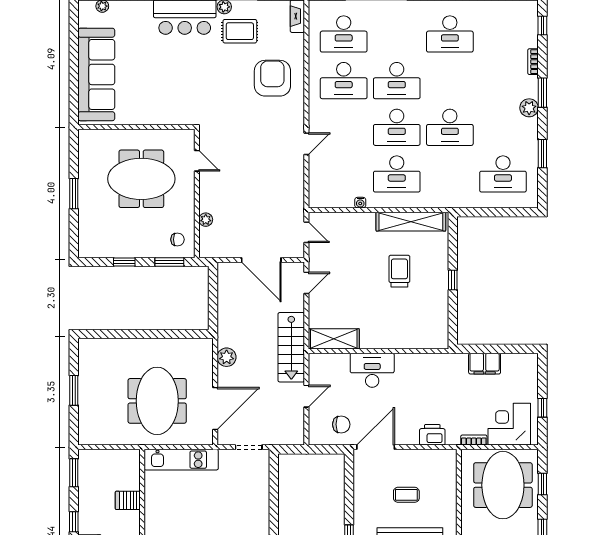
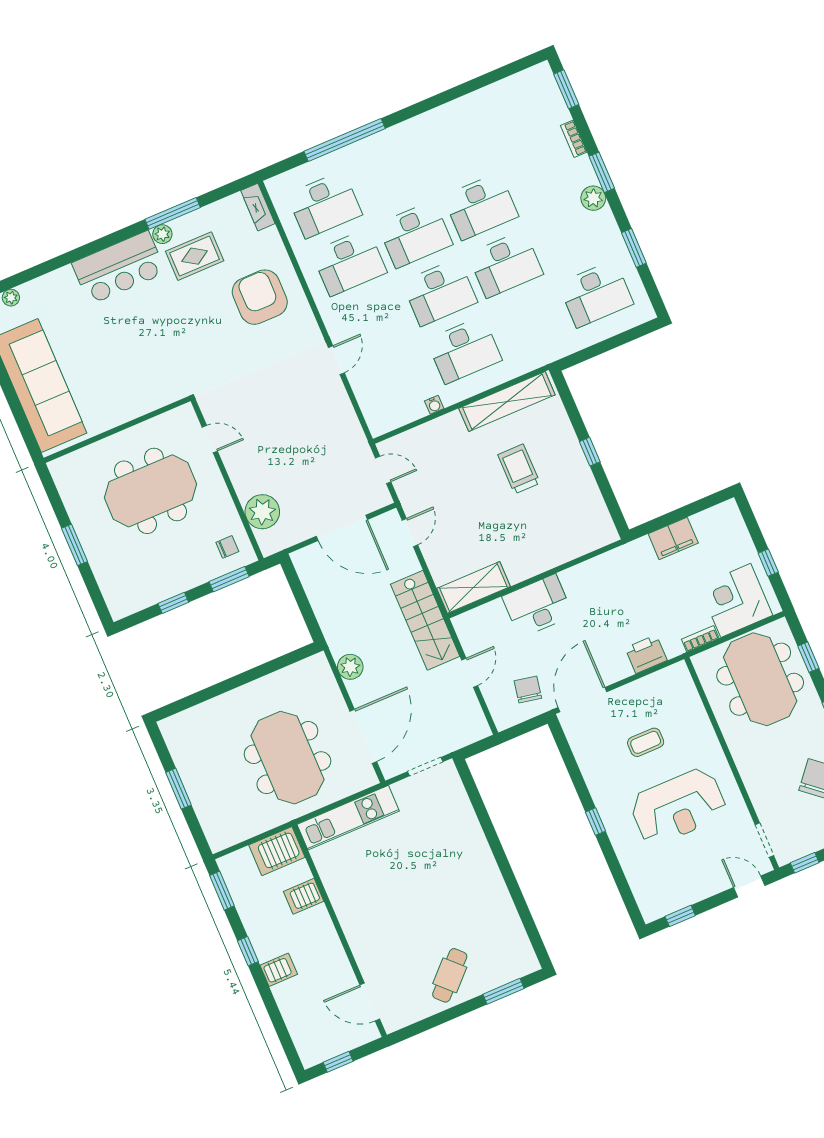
window: (542, 26) -> (566, 89), width x1.50
desk: (450, 34) -> (481, 206), moved
plant: (206, 220) -> (262, 512), width x1.88, depth x1.88
chair: (341, 424) -> (528, 690), turned -79
server rack: (123, 462) -> (277, 851), added

